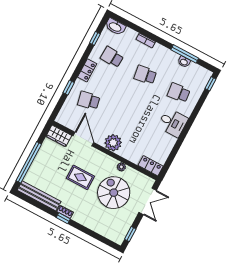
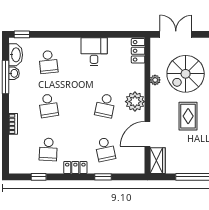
washbasin: (115, 27) -> (16, 55), moved
school desk: (122, 118) -> (105, 106), added
desk: (173, 123) -> (94, 52), moved

